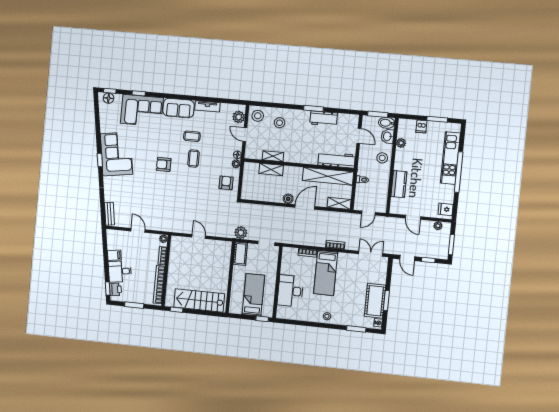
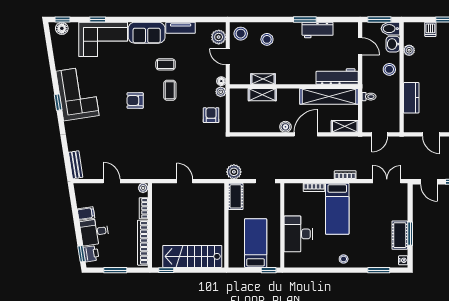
cot: (375, 301) -> (400, 235), width x0.73, depth x0.75

